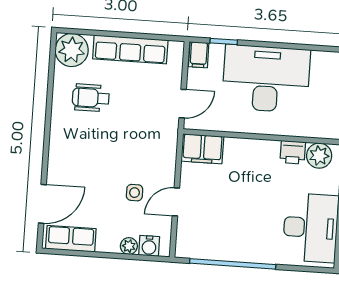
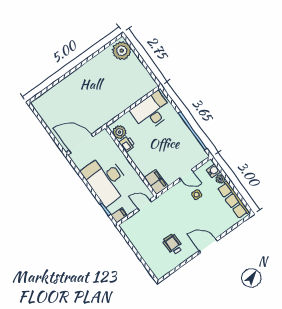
row of seats: (130, 49) -> (140, 245), removed
plant: (72, 50) -> (160, 268), removed
wheelchair: (91, 98) -> (173, 244), turned 180
door: (42, 204) -> (208, 246), moved
row of seats: (71, 239) -> (233, 200), width x1.48

